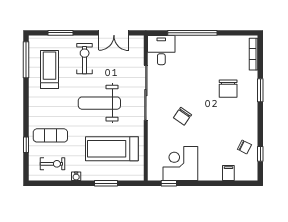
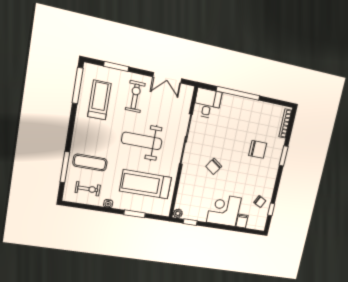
chair: (228, 89) -> (258, 149), turned -90
window: (26, 145) -> (65, 167), width x2.17
corner desk: (180, 164) -> (224, 210), moved
plant: (153, 175) -> (178, 213), added

